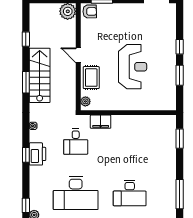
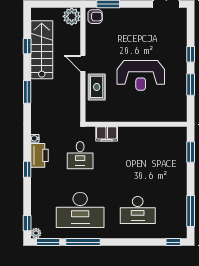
reception desk: (133, 67) -> (141, 75), turned 90
stairs: (40, 75) -> (42, 50), moved
plant: (85, 101) -> (91, 112), removed
printer: (37, 154) -> (39, 155), moved

